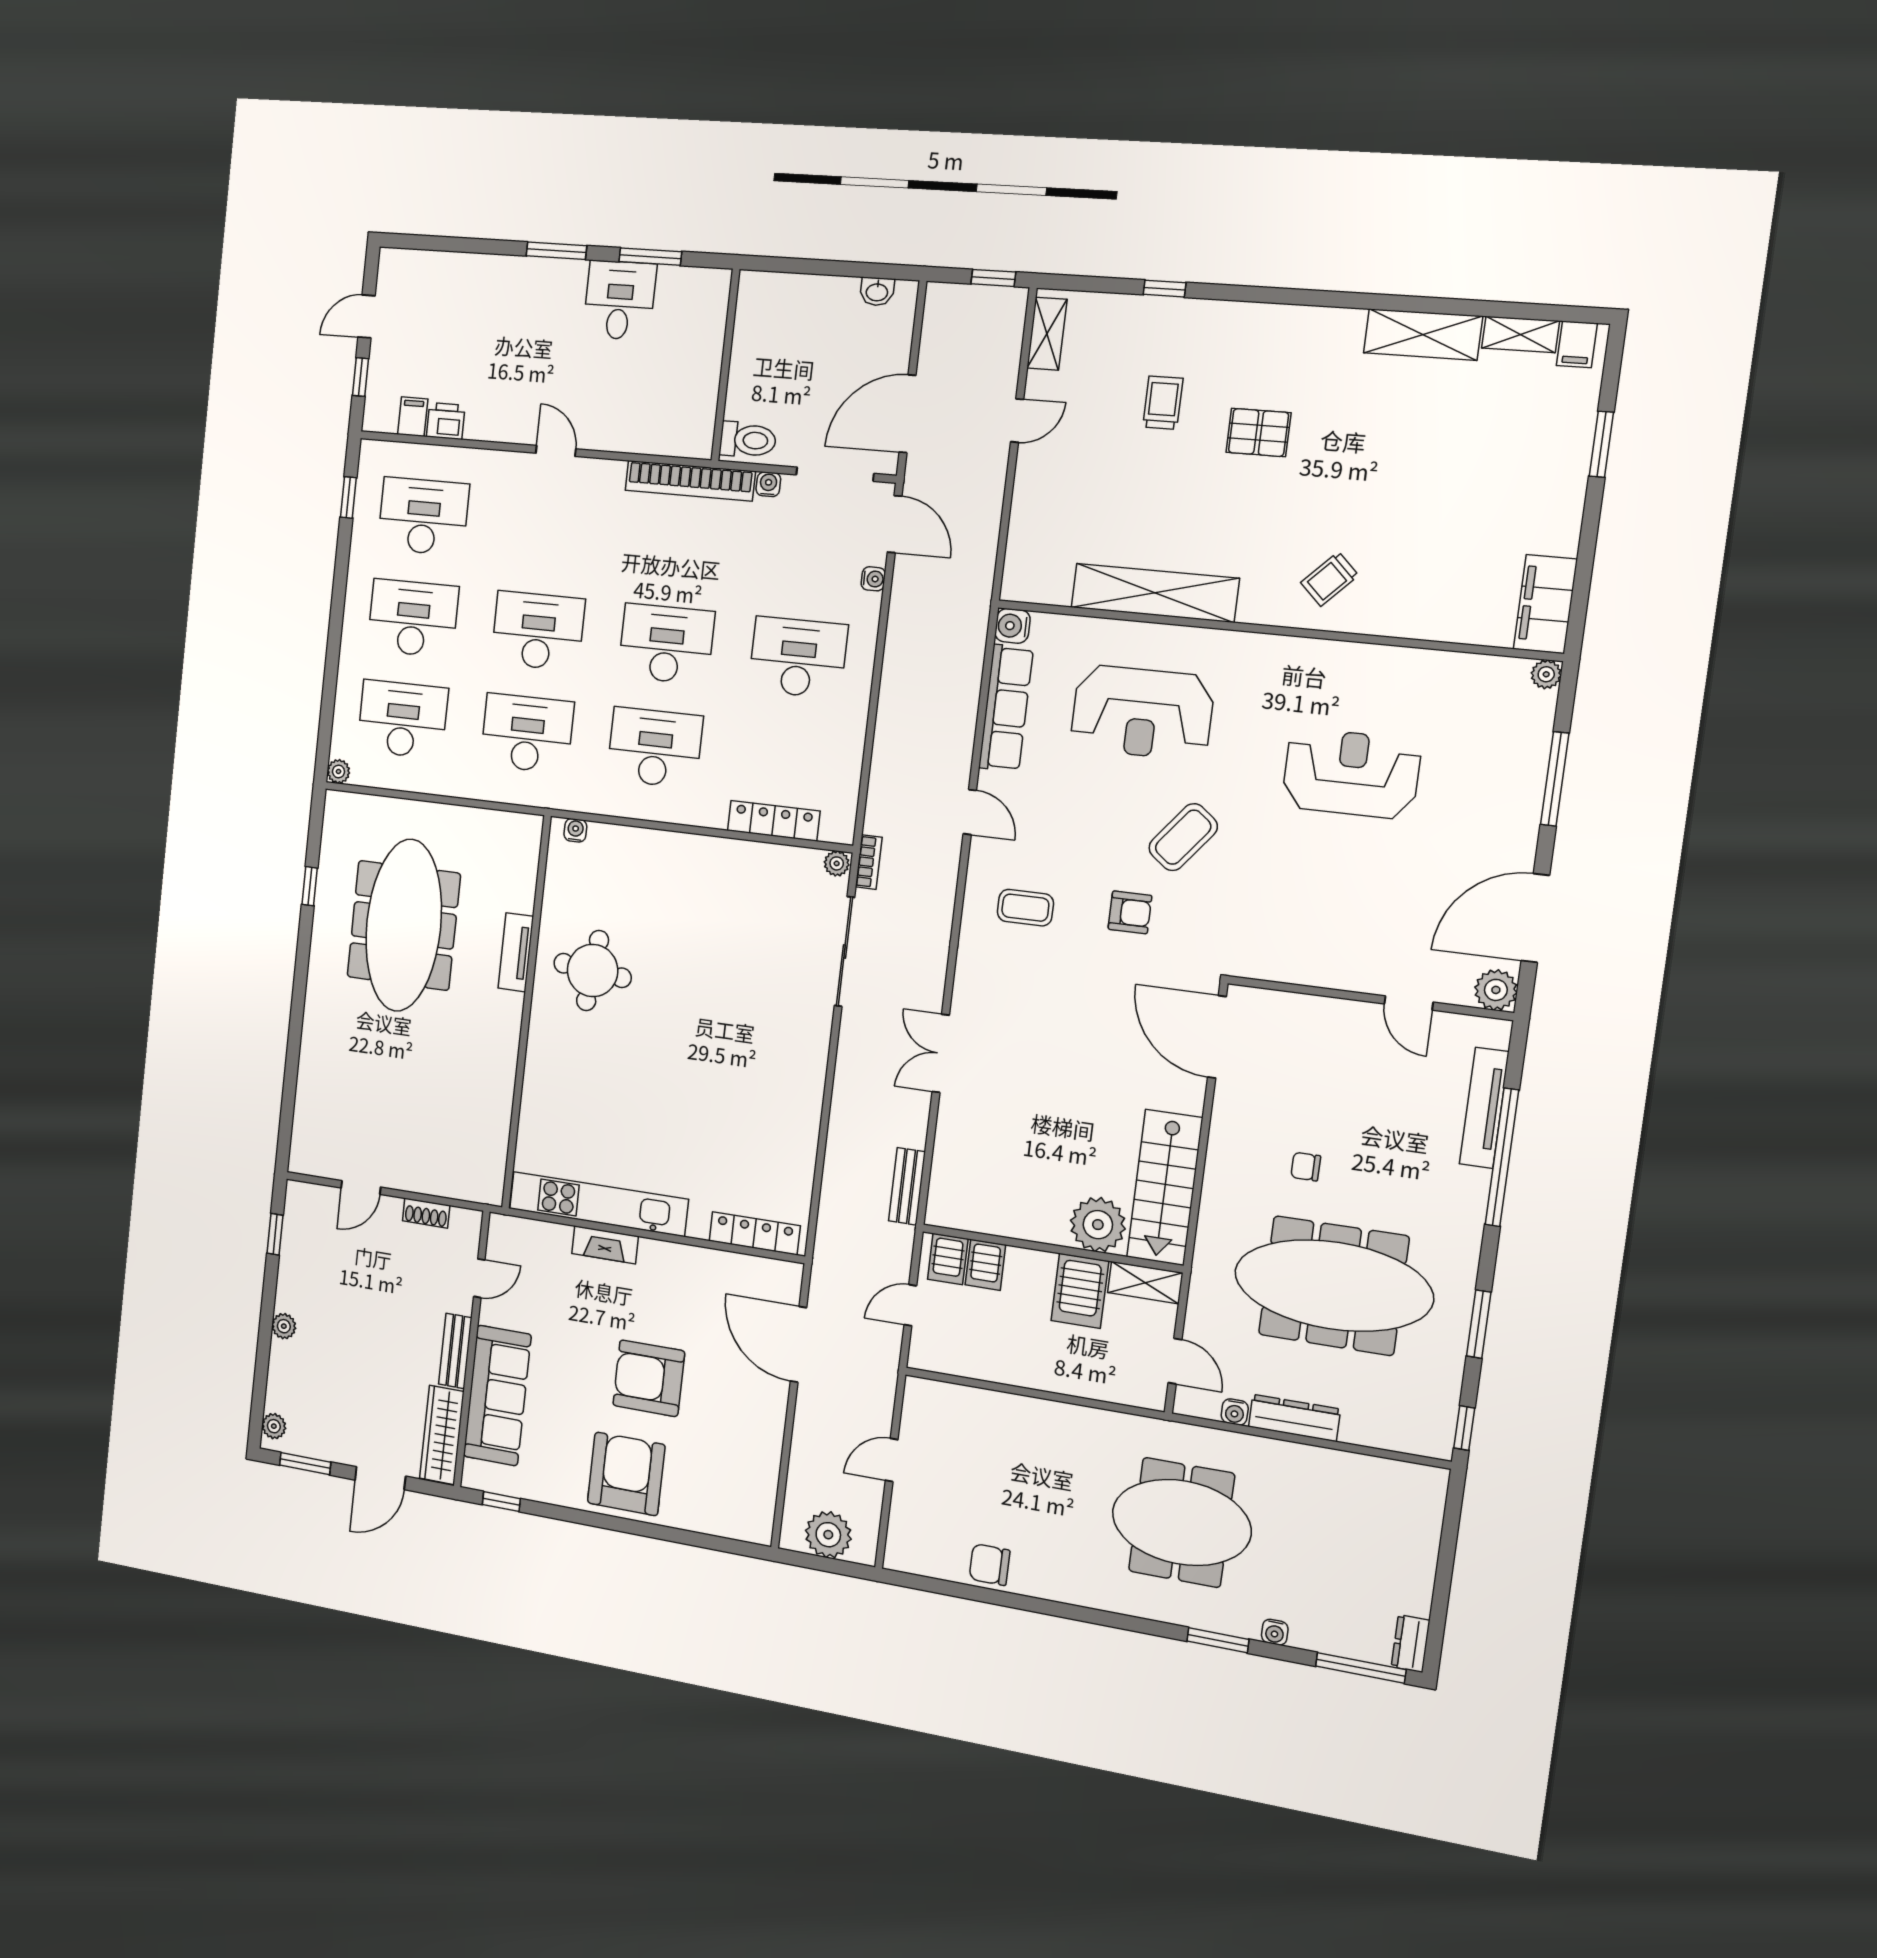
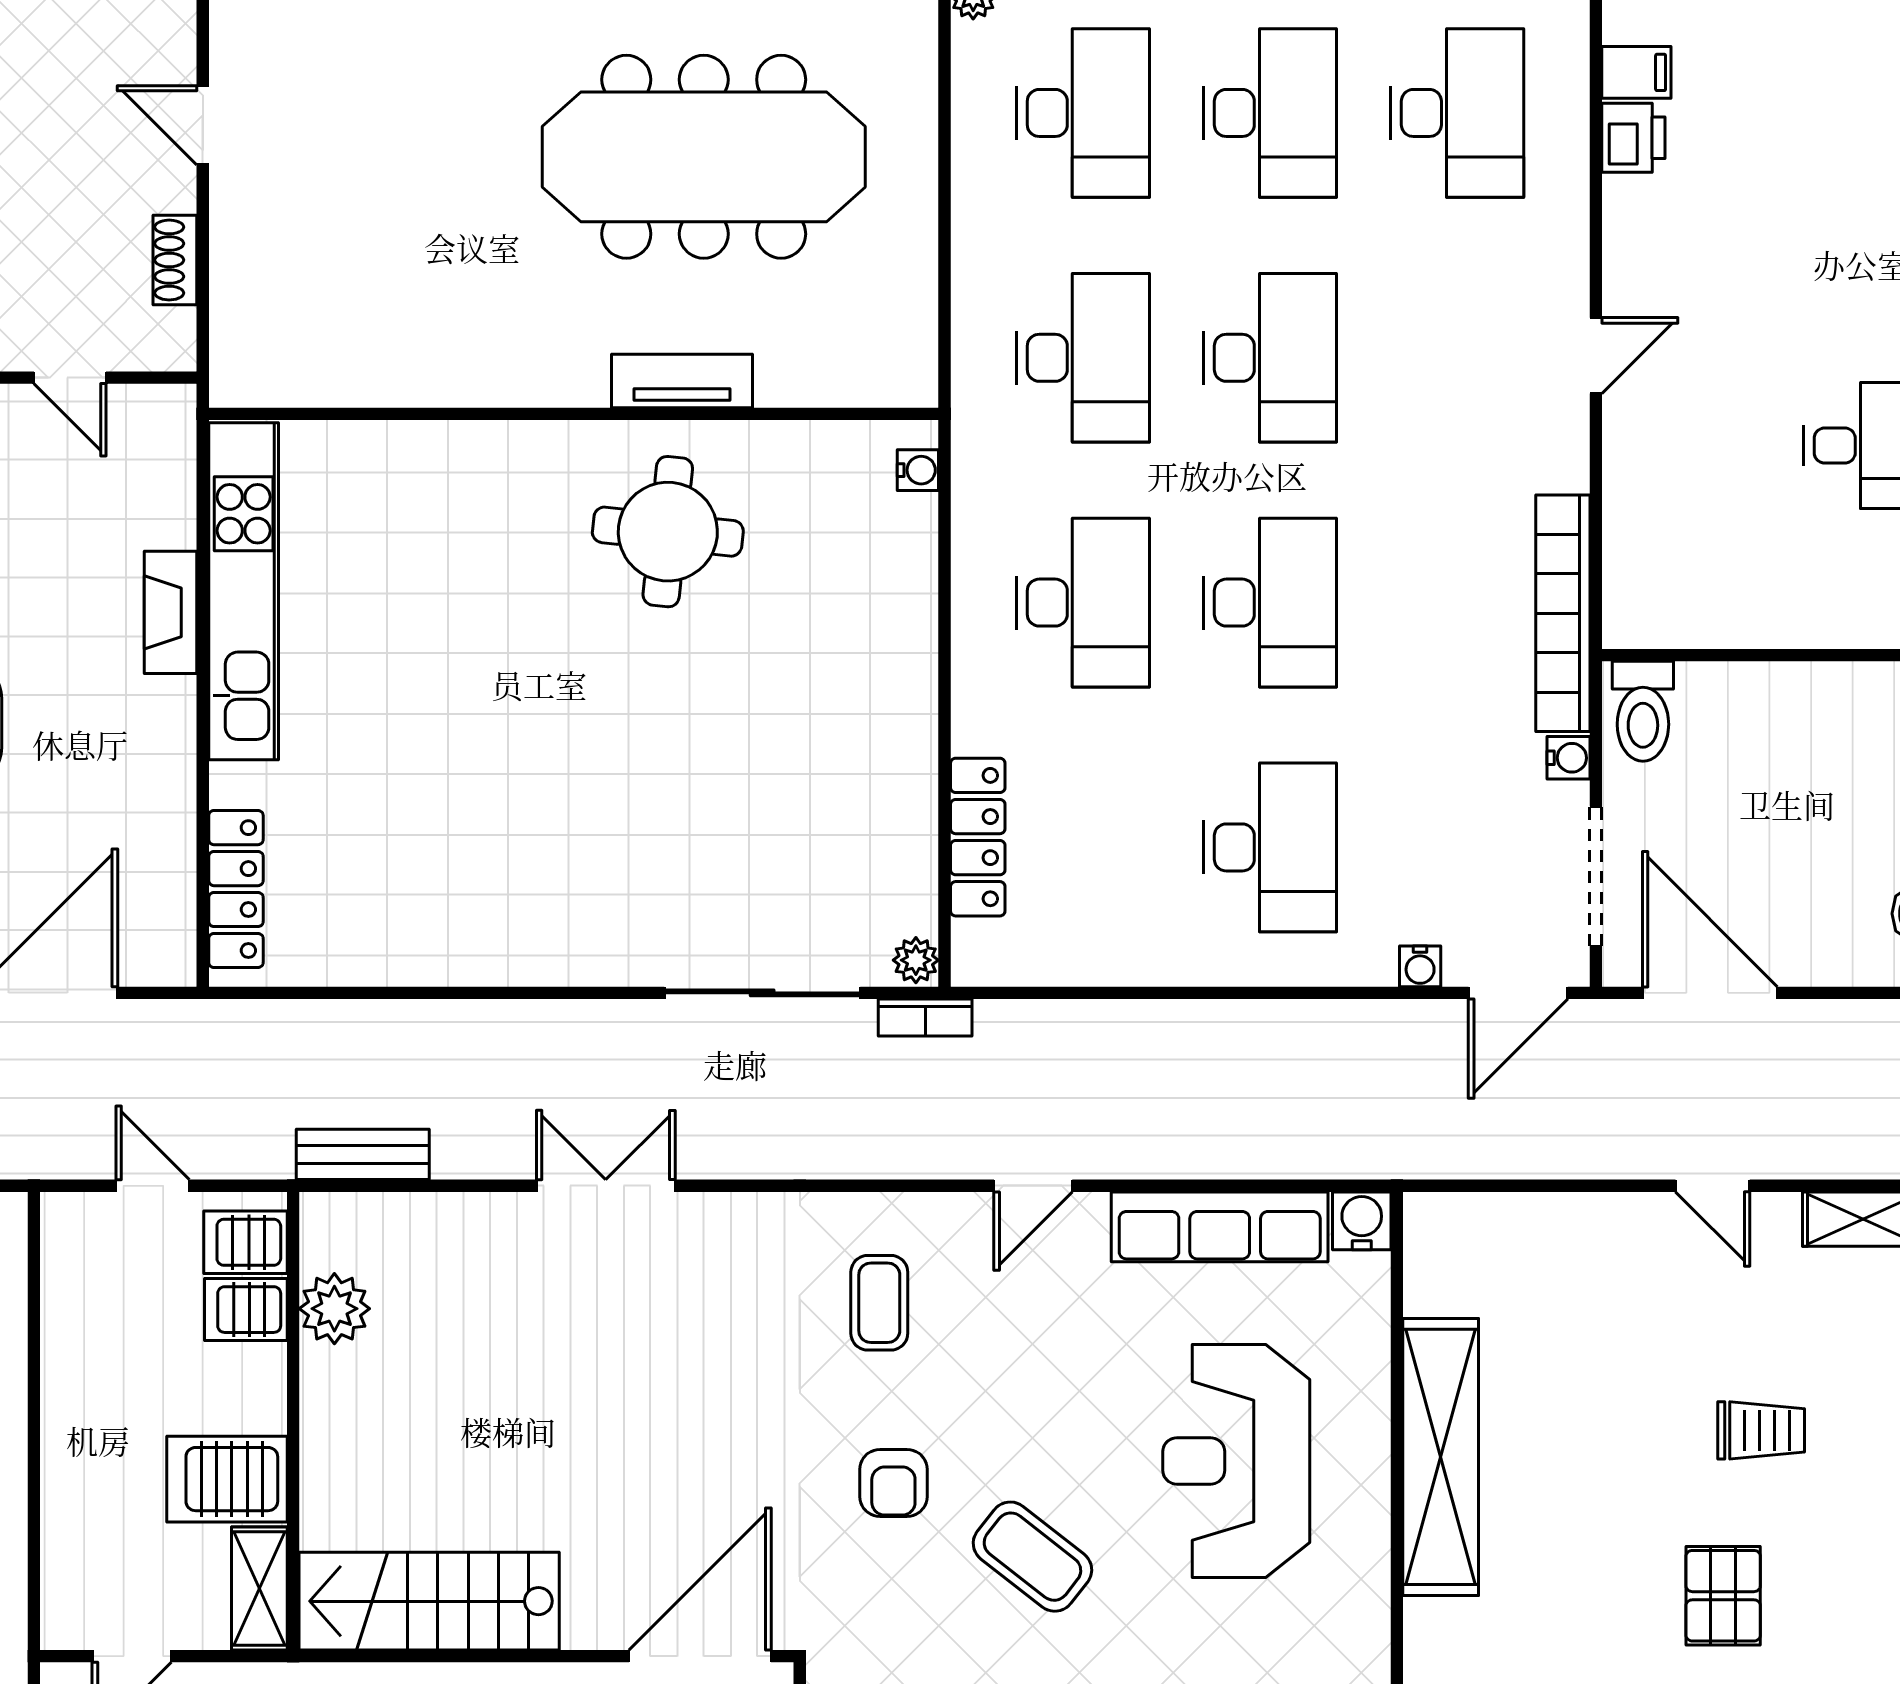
plant: (1098, 1225) -> (334, 1309), moved, width x0.73, depth x0.73

